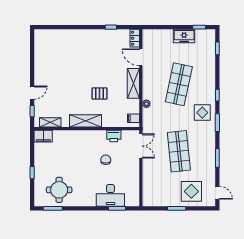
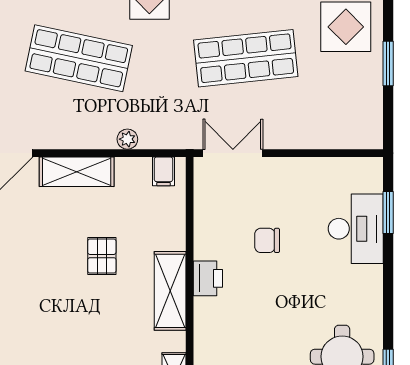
printer: (114, 136) -> (208, 278), moved

